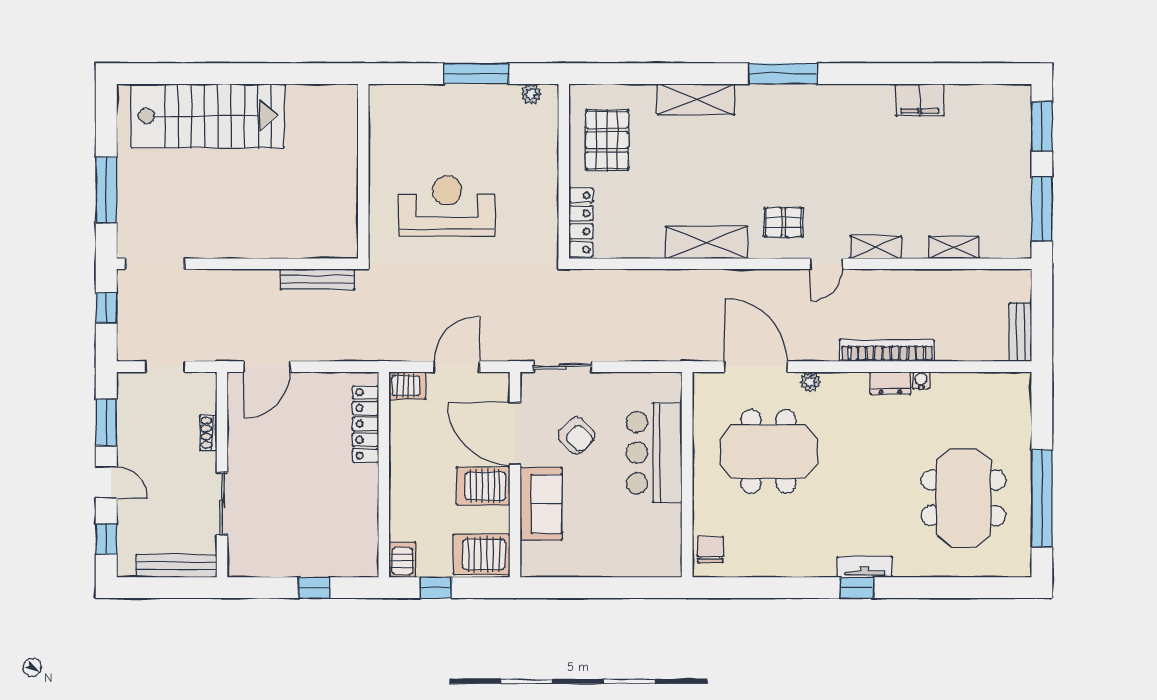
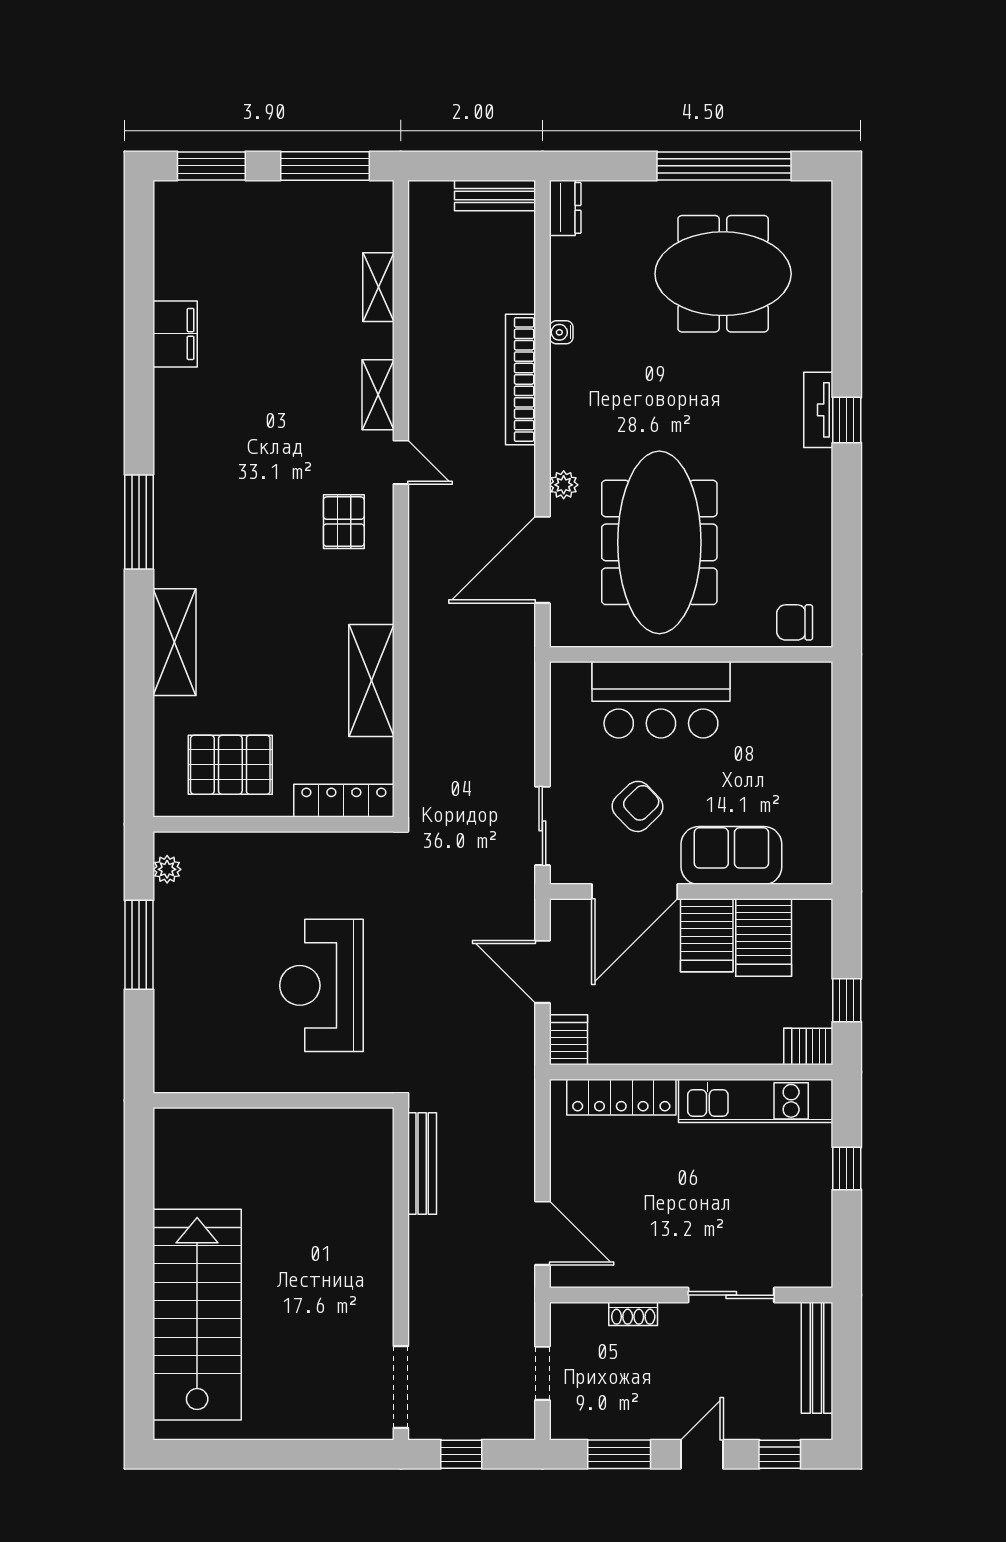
window: (106, 190) -> (299, 1454), removed
shelving: (707, 242) -> (371, 680), moved
dresser: (890, 383) -> (565, 208), moved
meeting table: (768, 452) -> (659, 542), width x1.36
kitchen unit: (363, 521) -> (756, 1101), added
server rack: (482, 554) -> (764, 938), moved

